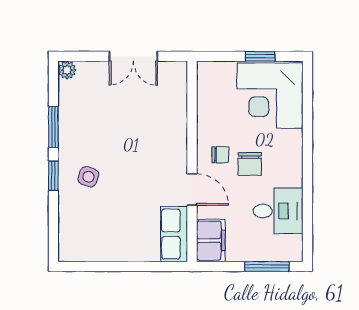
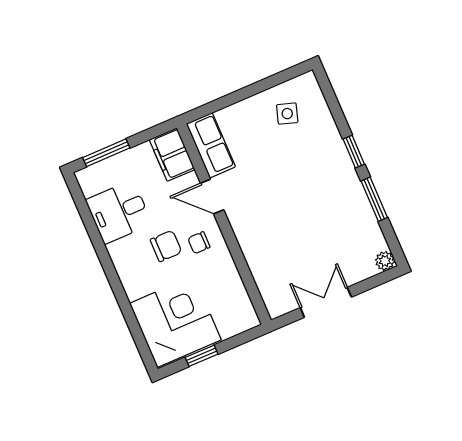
chair: (250, 164) -> (166, 246), turned 90
side table: (88, 177) -> (287, 114), moved

